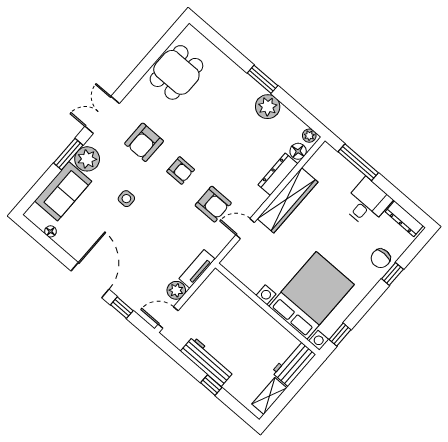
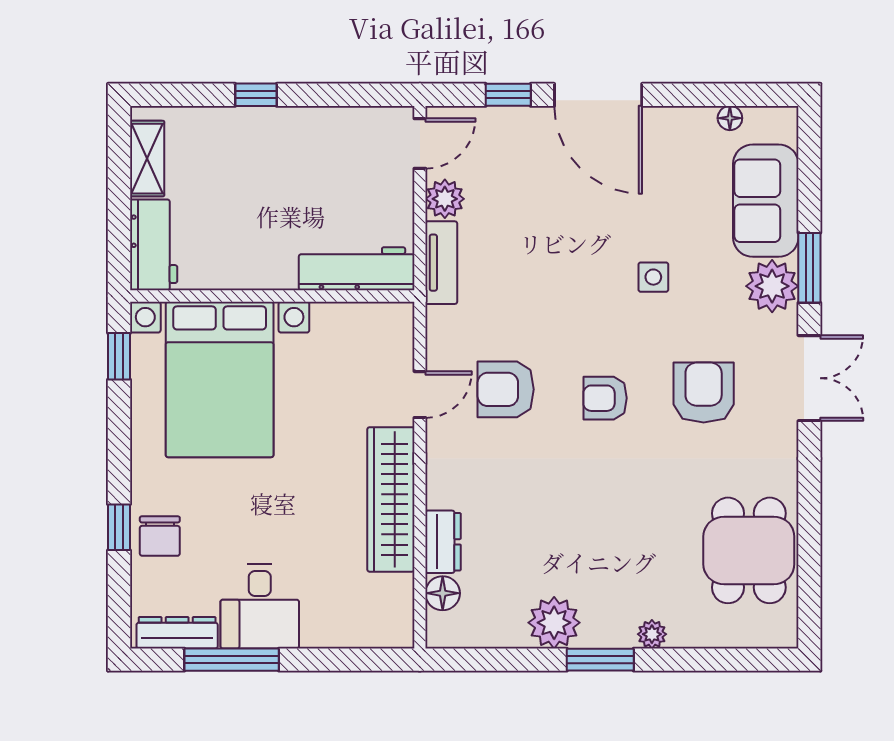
plant: (309, 136) -> (652, 634), moved
window: (358, 162) -> (232, 660), moved
dresser: (278, 174) -> (443, 542), width x0.70
chair: (381, 258) -> (160, 536), turned 180
workbench: (207, 361) -> (357, 269), moved, turned 180

